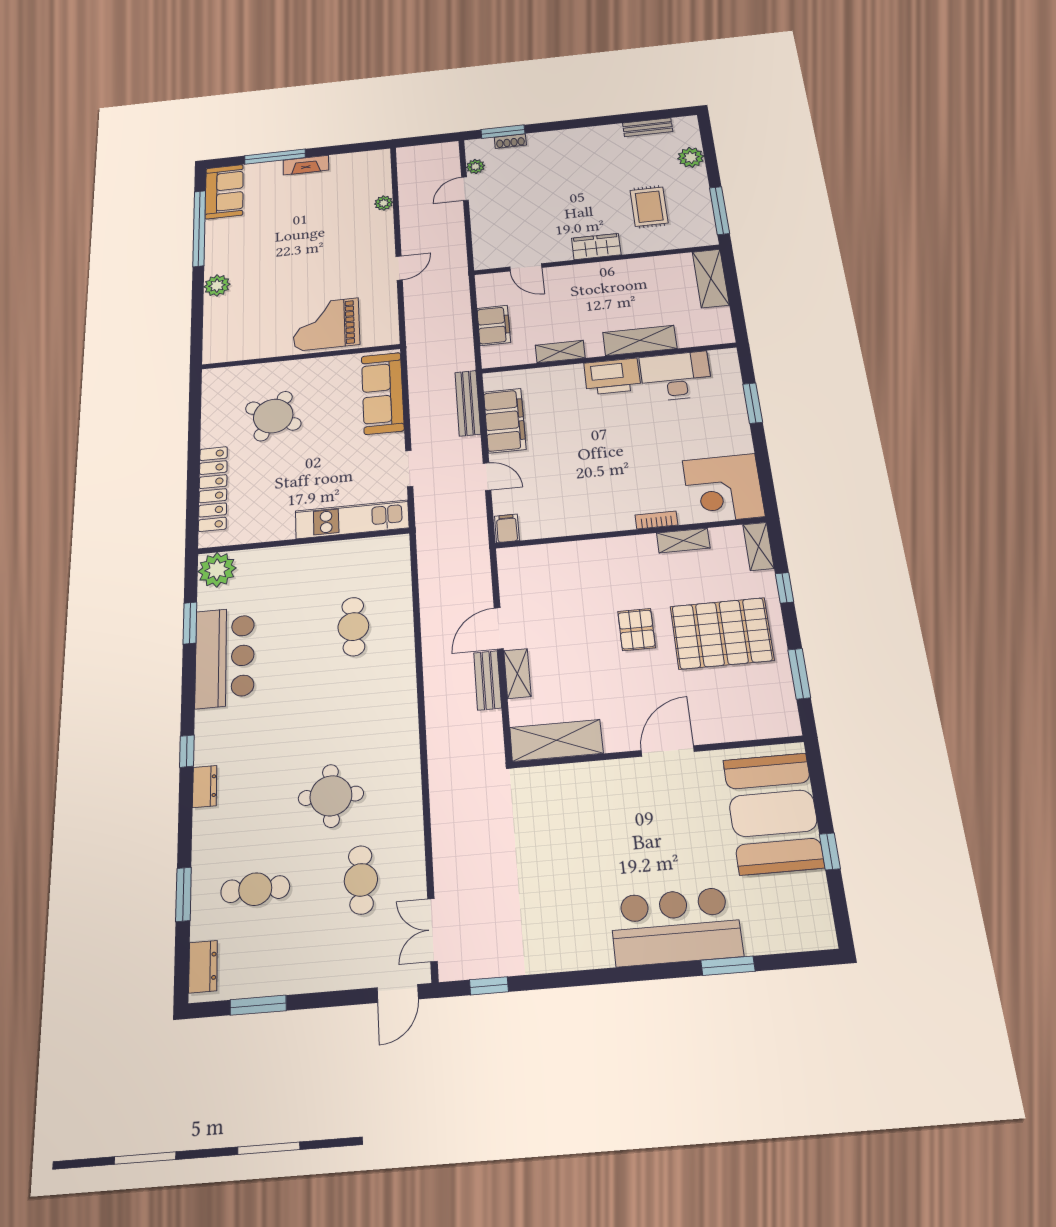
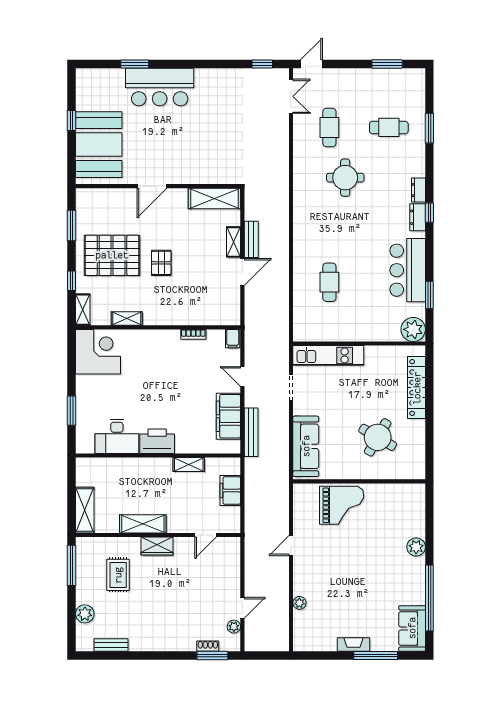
door: (526, 267) -> (206, 535), swing flipped
shelving: (640, 341) -> (143, 524), moved
bookcase: (656, 520) -> (193, 334), moved
dresser: (203, 967) -> (418, 217), moved

